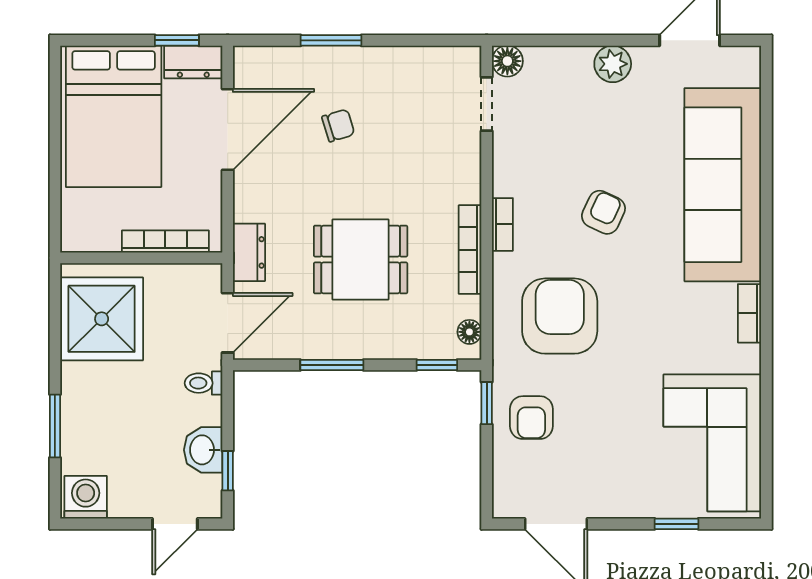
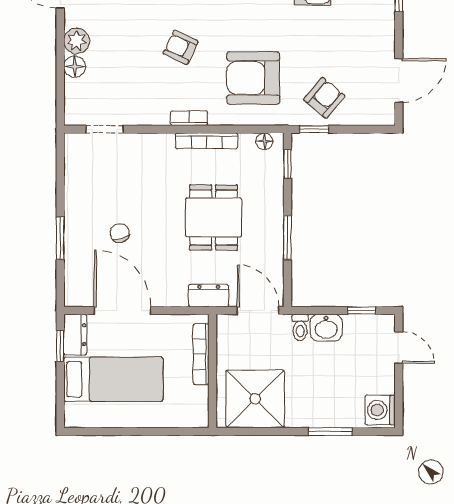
floor lamp: (507, 61) -> (75, 67), moved
bed: (114, 116) -> (113, 379), width x0.67
armchair: (531, 418) -> (324, 98), turned -50
washbasin: (203, 450) -> (326, 328), moved

